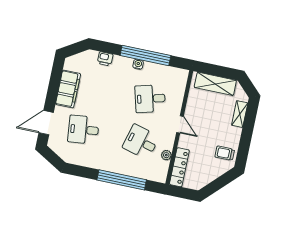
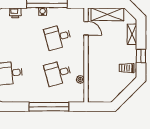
door: (180, 124) -> (86, 28), moved
desk: (141, 142) -> (58, 73), turned -30
window: (245, 142) -> (141, 56), added
locker: (179, 167) -> (93, 87), removed

